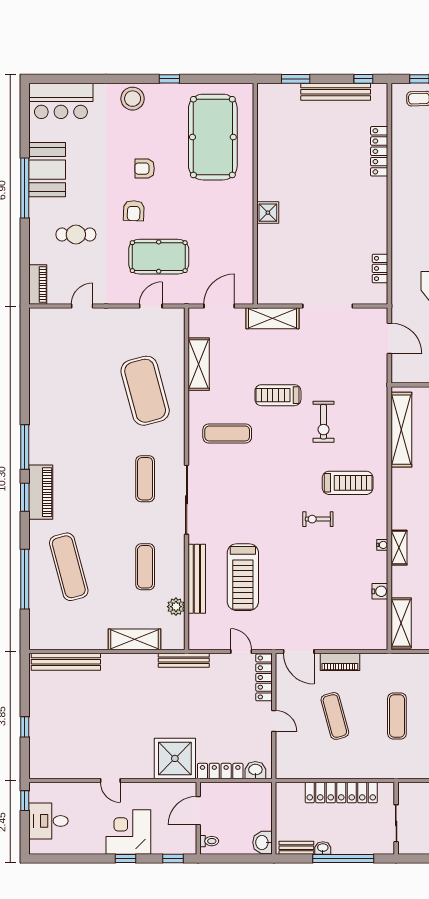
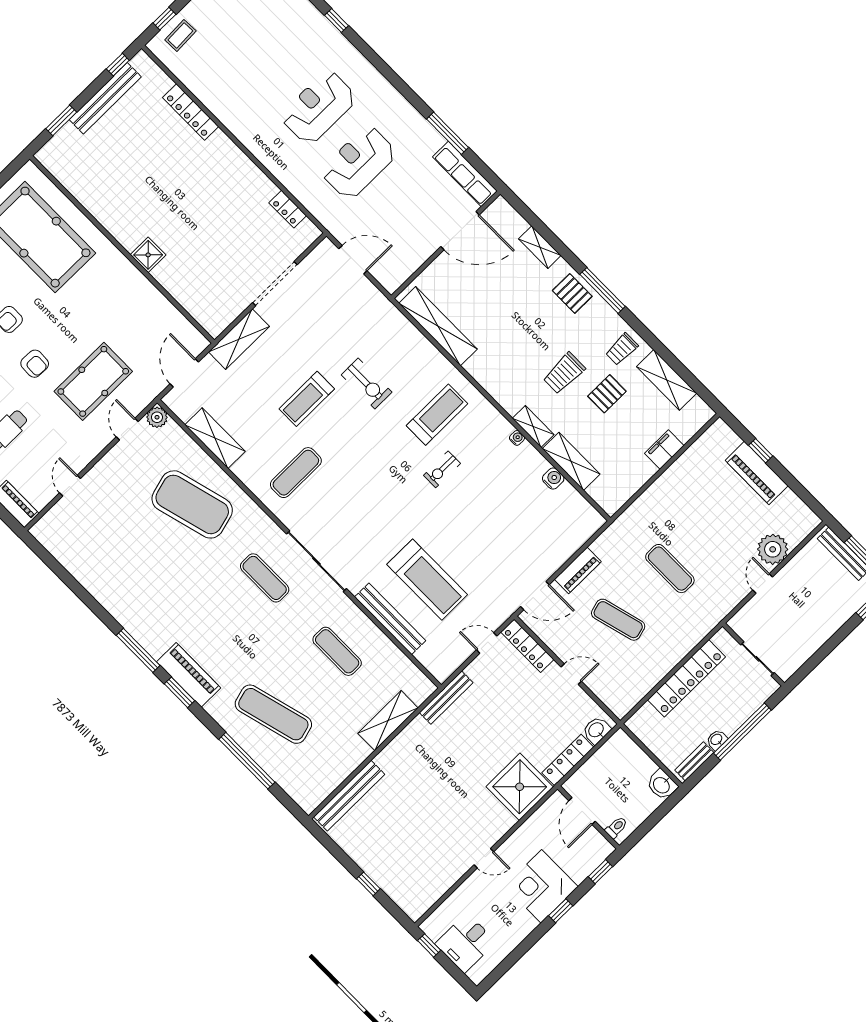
plant: (176, 607) -> (157, 417), moved
shelving: (401, 623) -> (571, 461), moved

